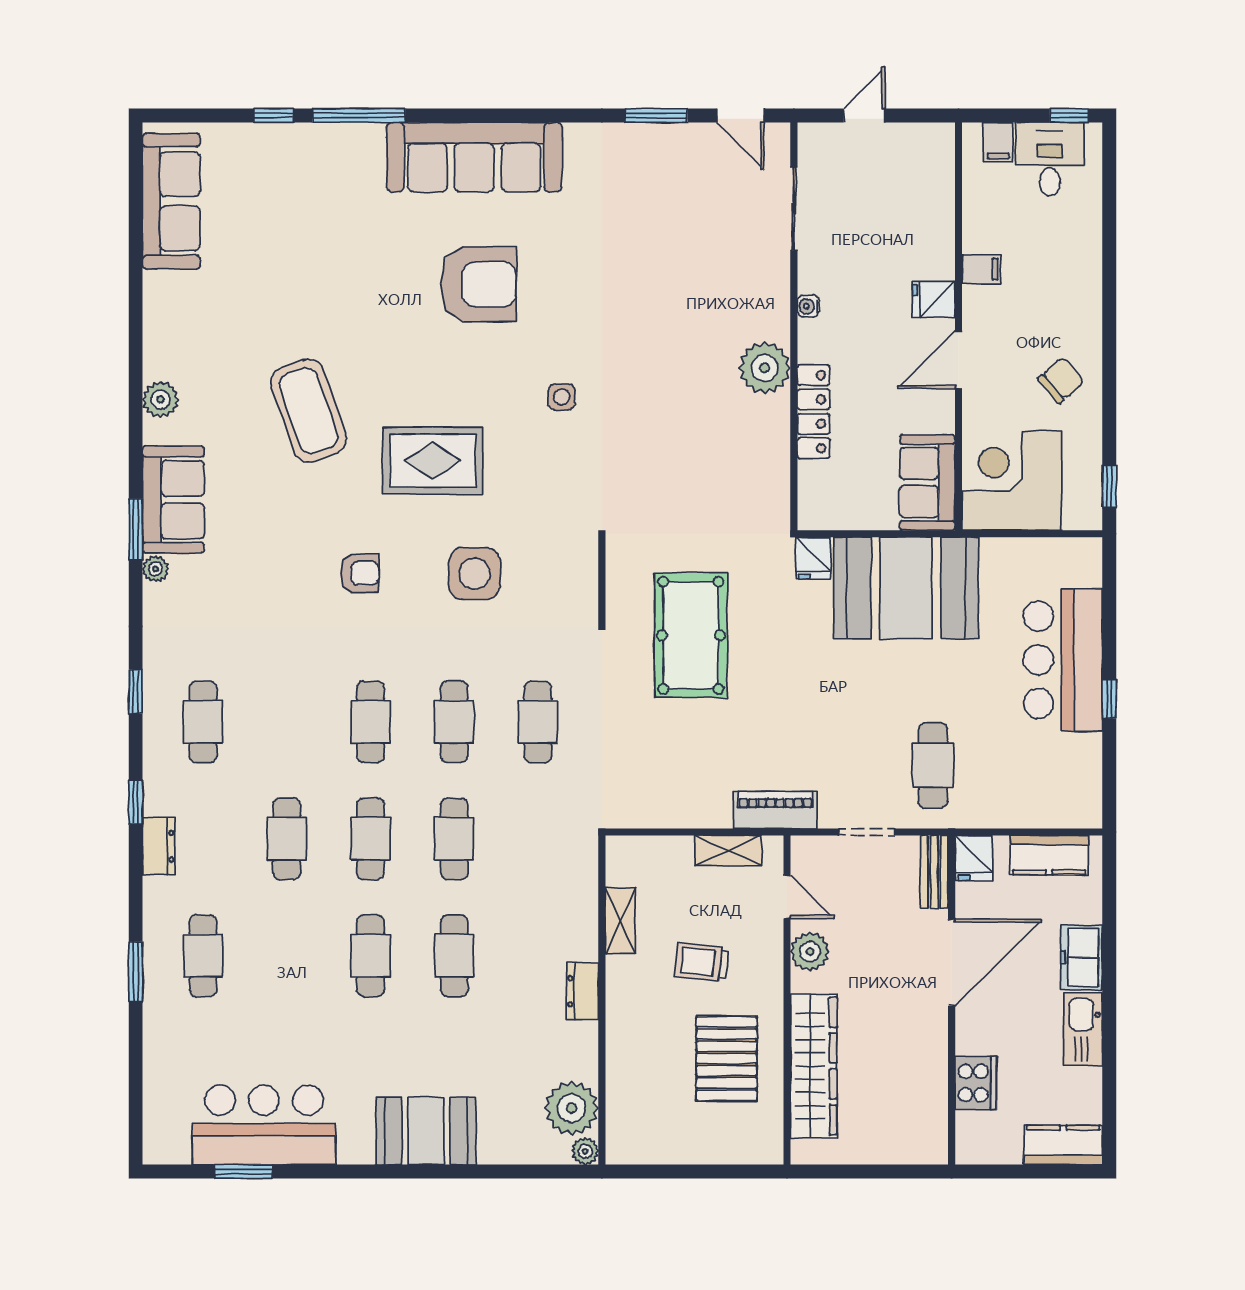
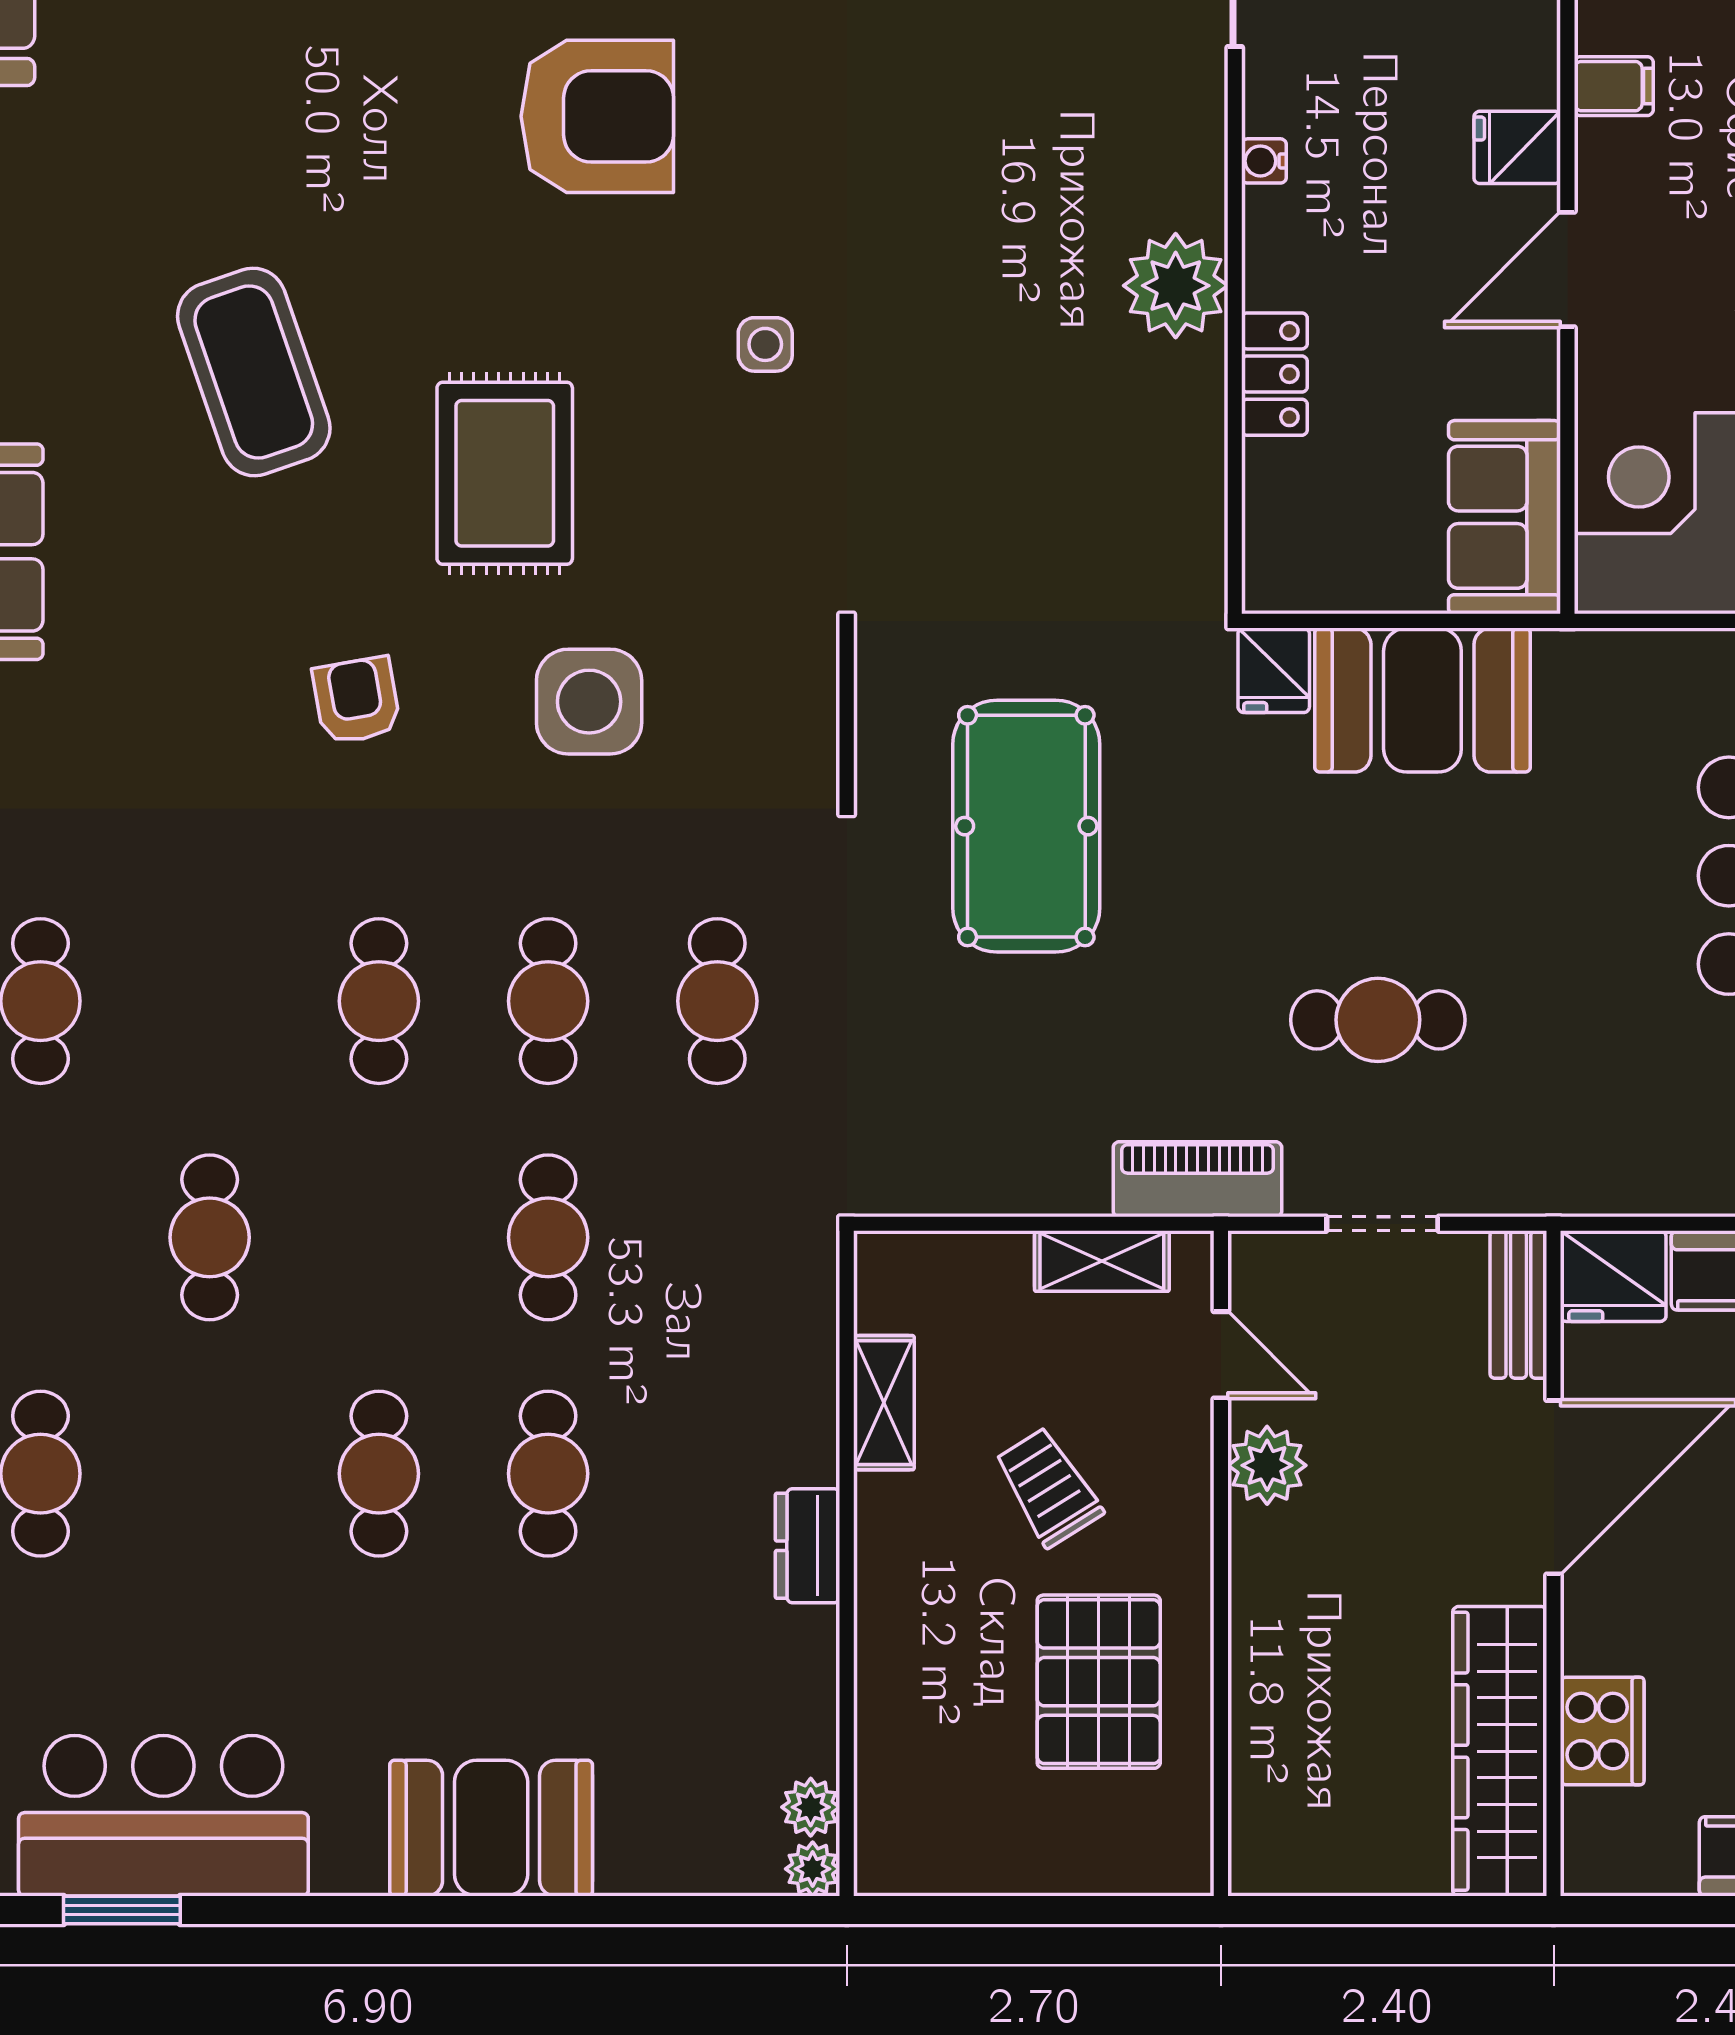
locker: (814, 412) -> (1274, 374), width x0.66
rug: (433, 461) -> (505, 473), turned 90
armchair: (359, 573) -> (357, 700), turned -100
booth: (906, 588) -> (1422, 700), width x0.73, depth x0.70
cafe table: (933, 765) -> (1378, 1020), moved, turned 90
cafe table: (370, 839) -> (379, 1237), removed
fridge: (974, 858) -> (1613, 1276), width x1.38
trolley: (702, 962) -> (1048, 1487), turned 52
wardrobe: (814, 1066) -> (1500, 1751), moved, turned 180
plant: (572, 1108) -> (811, 1807), width x0.53, depth x0.53

